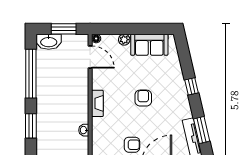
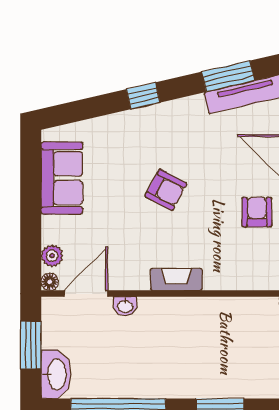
plant: (124, 40) -> (52, 256), moved
armchair: (143, 98) -> (166, 190), turned -152
washbasin: (84, 130) -> (125, 306), moved

